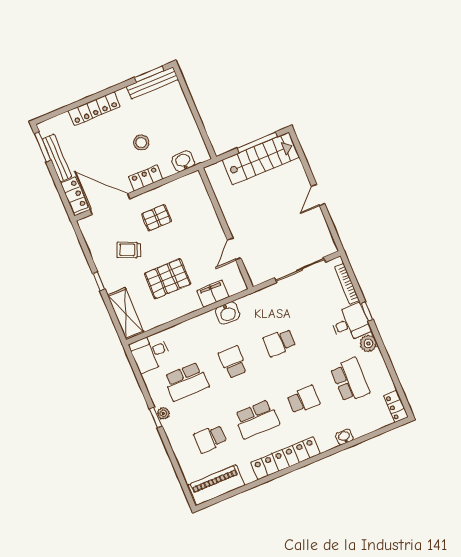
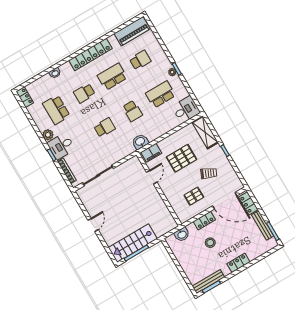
locker: (94, 109) -> (238, 263), width x0.66
wall: (226, 228) -> (159, 190), moved
door: (234, 249) -> (152, 177), moved

